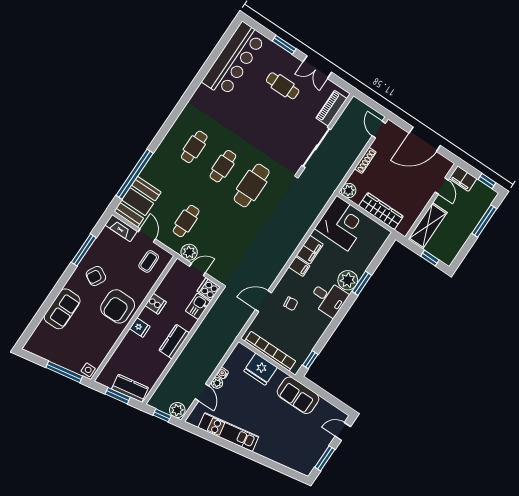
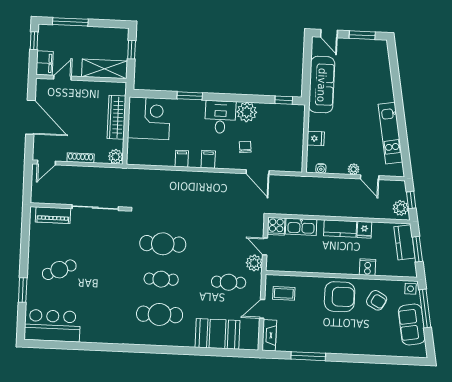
bar counter: (234, 60) -> (52, 326), width x0.73
double door: (317, 67) -> (25, 249), removed
cafe table: (283, 86) -> (59, 270), turned 67
cafe table: (194, 147) -> (160, 314), width x1.37, depth x1.35
window: (135, 174) -> (215, 352), removed
booth: (138, 202) -> (218, 334), moved
corner desk: (342, 223) -> (149, 118), moved, turned 90
filing cabinet: (310, 250) -> (182, 159), width x0.50
armchair: (96, 276) -> (377, 300), moved
plant: (348, 280) -> (247, 112), moved
cooker: (156, 304) -> (368, 267), moved
kitchen sink: (198, 306) -> (301, 227), width x1.38
sofa: (62, 309) -> (412, 324), moved, turned -100
fridge: (140, 327) -> (364, 230), moved, turned 180
bookcase: (270, 351) -> (298, 140), removed
fridge: (260, 369) -> (316, 138), width x0.53, depth x0.75
water cooler: (223, 373) -> (321, 168), moved
door: (202, 392) -> (370, 177), swing flipped
sofa: (298, 395) -> (322, 85), width x1.36
plant: (177, 410) -> (401, 208), moved

